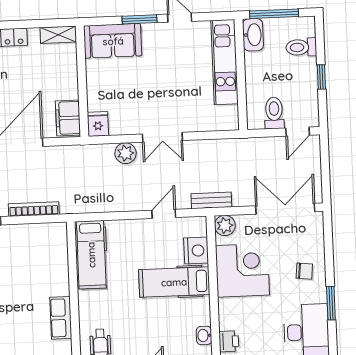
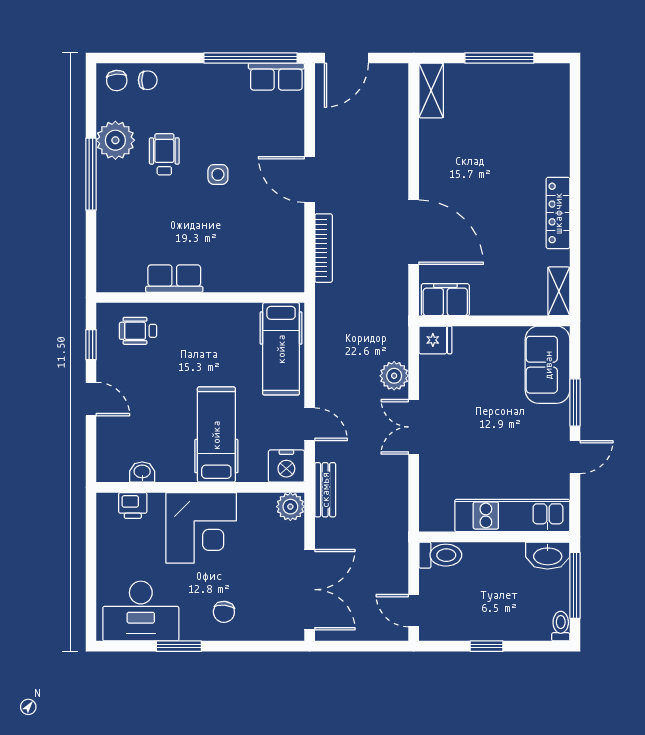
toilet: (301, 47) -> (561, 626), moved, width x0.73, depth x0.72
toilet: (274, 113) -> (440, 555), moved
nightstand: (196, 251) -> (286, 466), moved
hospital bed: (91, 255) -> (281, 349), moved, turned -90
corner desk: (242, 270) -> (201, 528), moved

